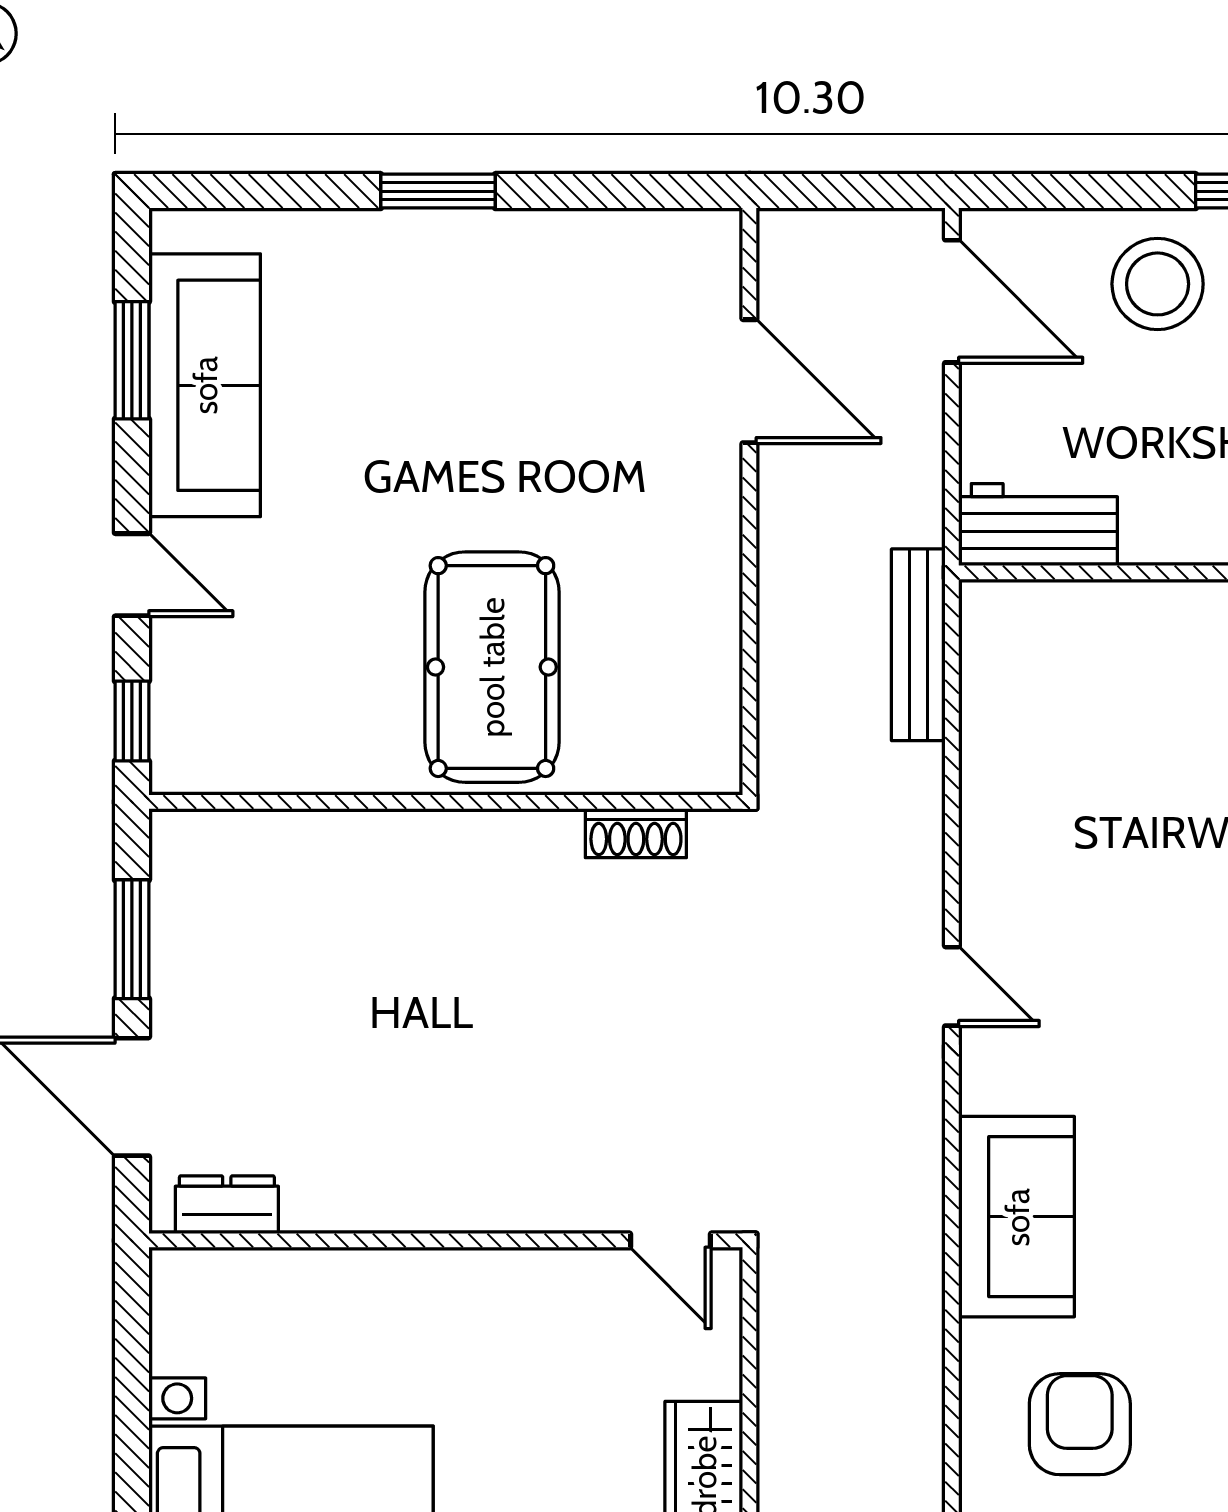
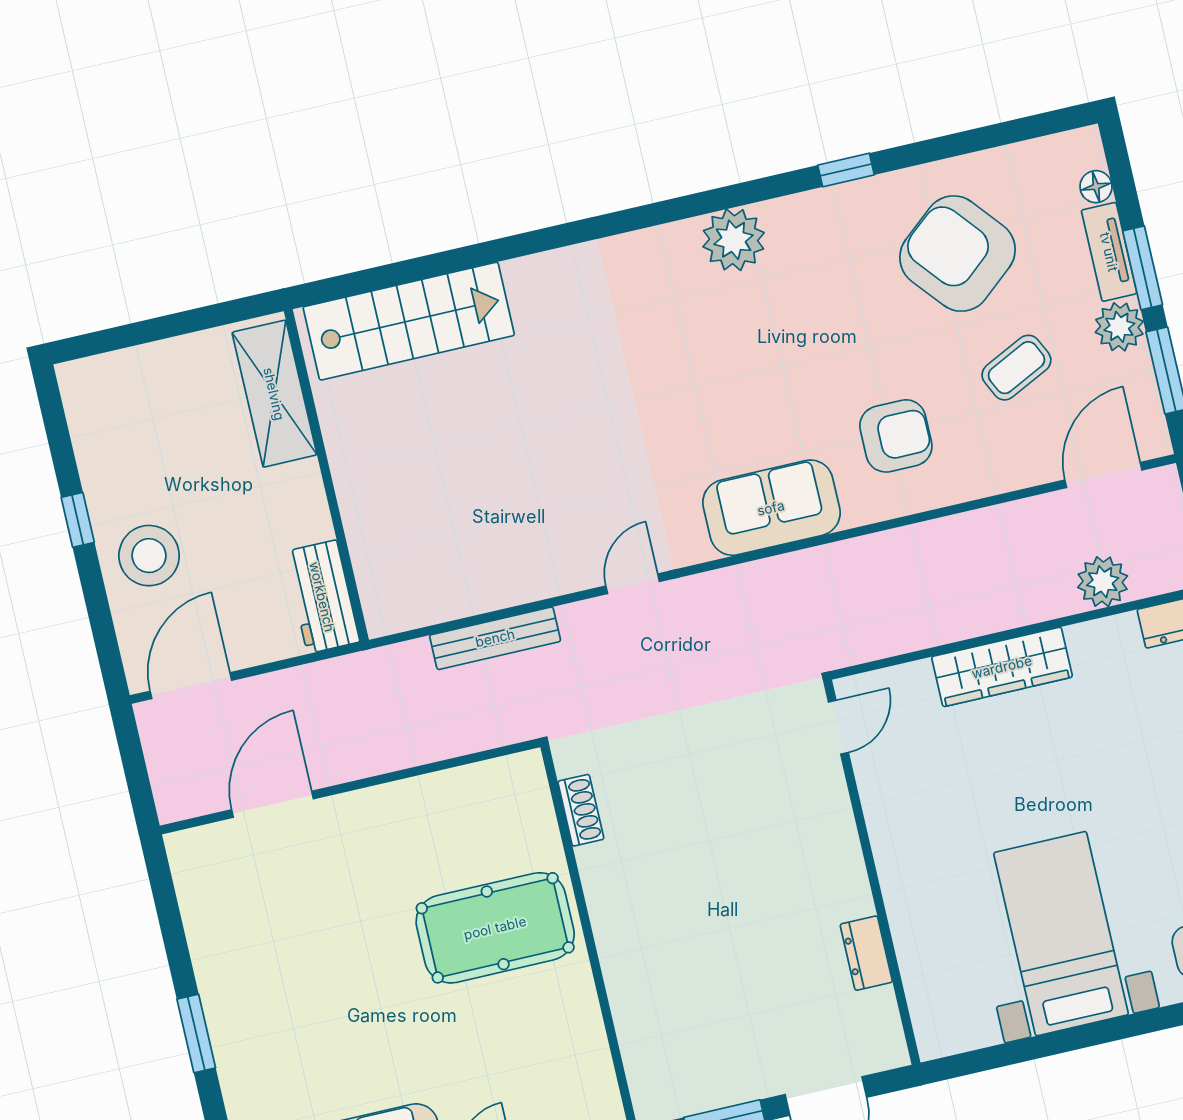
bench: (918, 645) -> (495, 638), moved
dresser: (227, 1205) -> (866, 953), moved
armchair: (1080, 1424) -> (896, 436), turned 180

